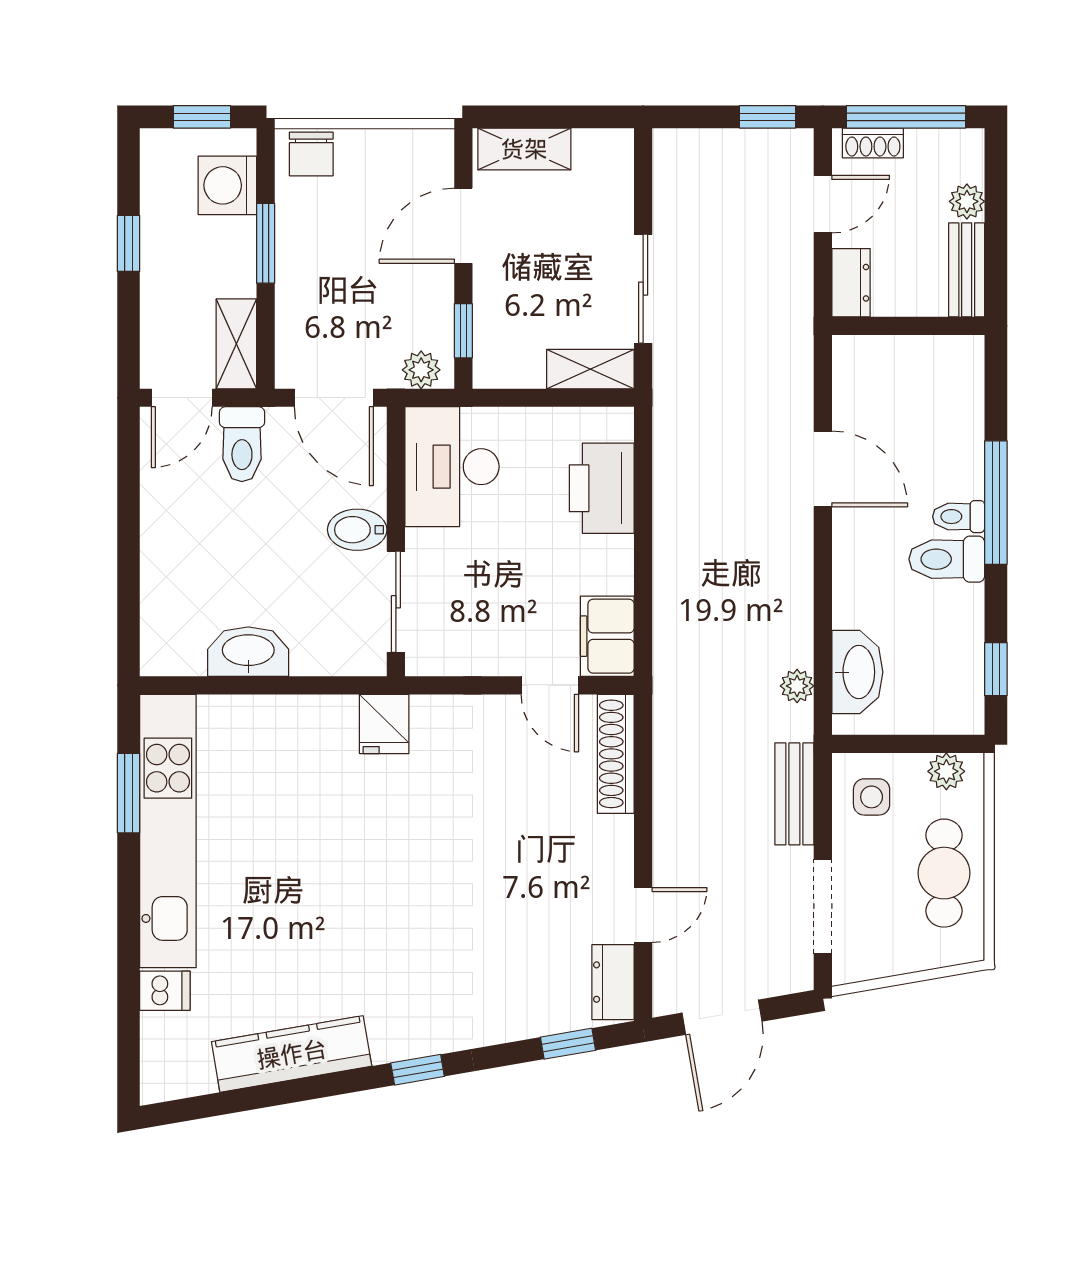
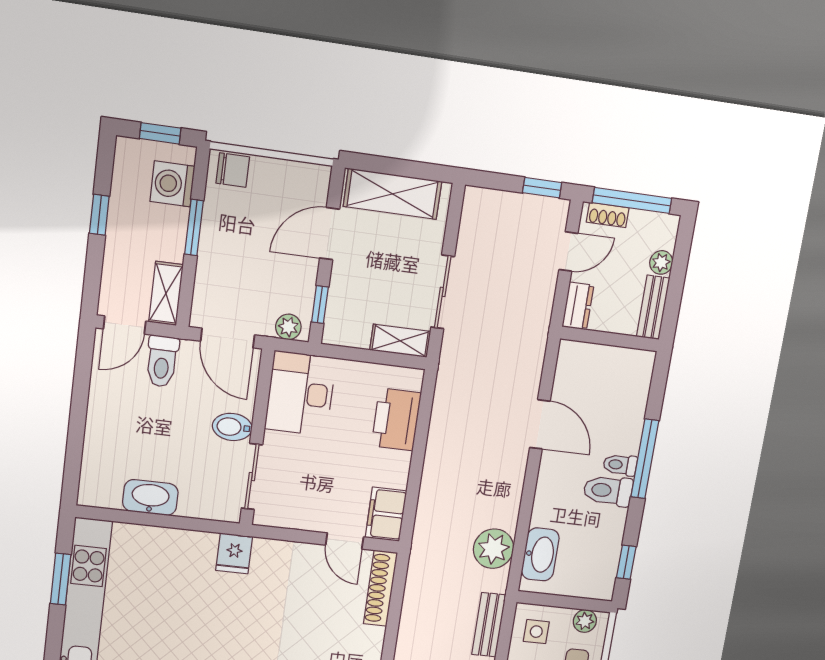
shelving: (524, 149) -> (393, 194), width x1.50, depth x1.33
chair: (311, 154) -> (233, 170), turned -90
plant: (797, 686) -> (494, 549), width x1.87, depth x1.87

